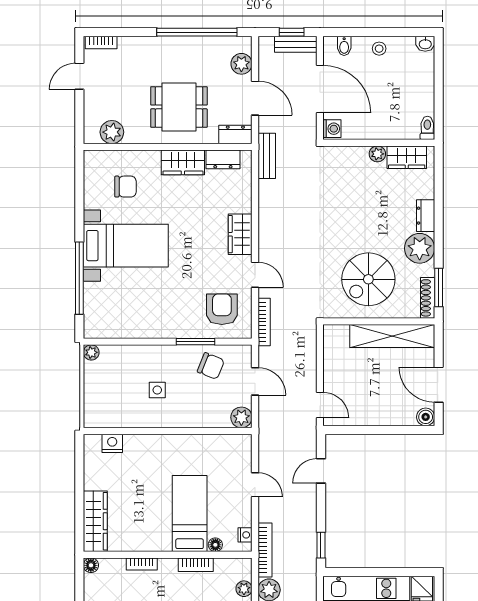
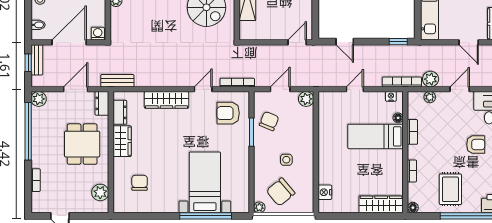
bookcase: (101, 43) -> (36, 180), moved
plant: (241, 64) -> (39, 99), moved
wardrobe: (240, 234) -> (167, 100), width x1.50
bed with nightstands: (126, 246) -> (205, 182), moved
chair: (113, 382) -> (281, 192), added

